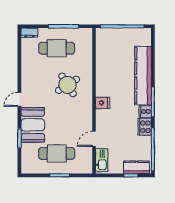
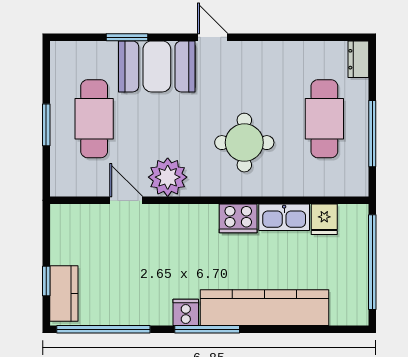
round table: (68, 85) -> (244, 143), turned 32
fridge: (103, 103) -> (324, 219), moved
plant: (83, 120) -> (168, 177), added
cooker: (145, 127) -> (238, 218), moved, turned 180
kitchen sink: (102, 160) -> (284, 217), moved

